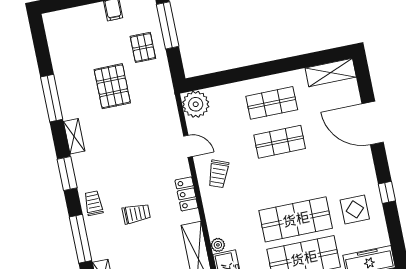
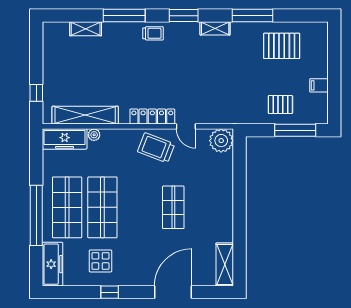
pallet: (112, 86) -> (282, 46), moved
shop shelf: (272, 103) -> (209, 207), removed
door: (188, 146) -> (186, 126), hinge flipped
trolley: (218, 174) -> (156, 148), width x1.36, depth x1.39
locker: (187, 194) -> (152, 116), width x1.53
trolley: (136, 214) -> (136, 69), removed

